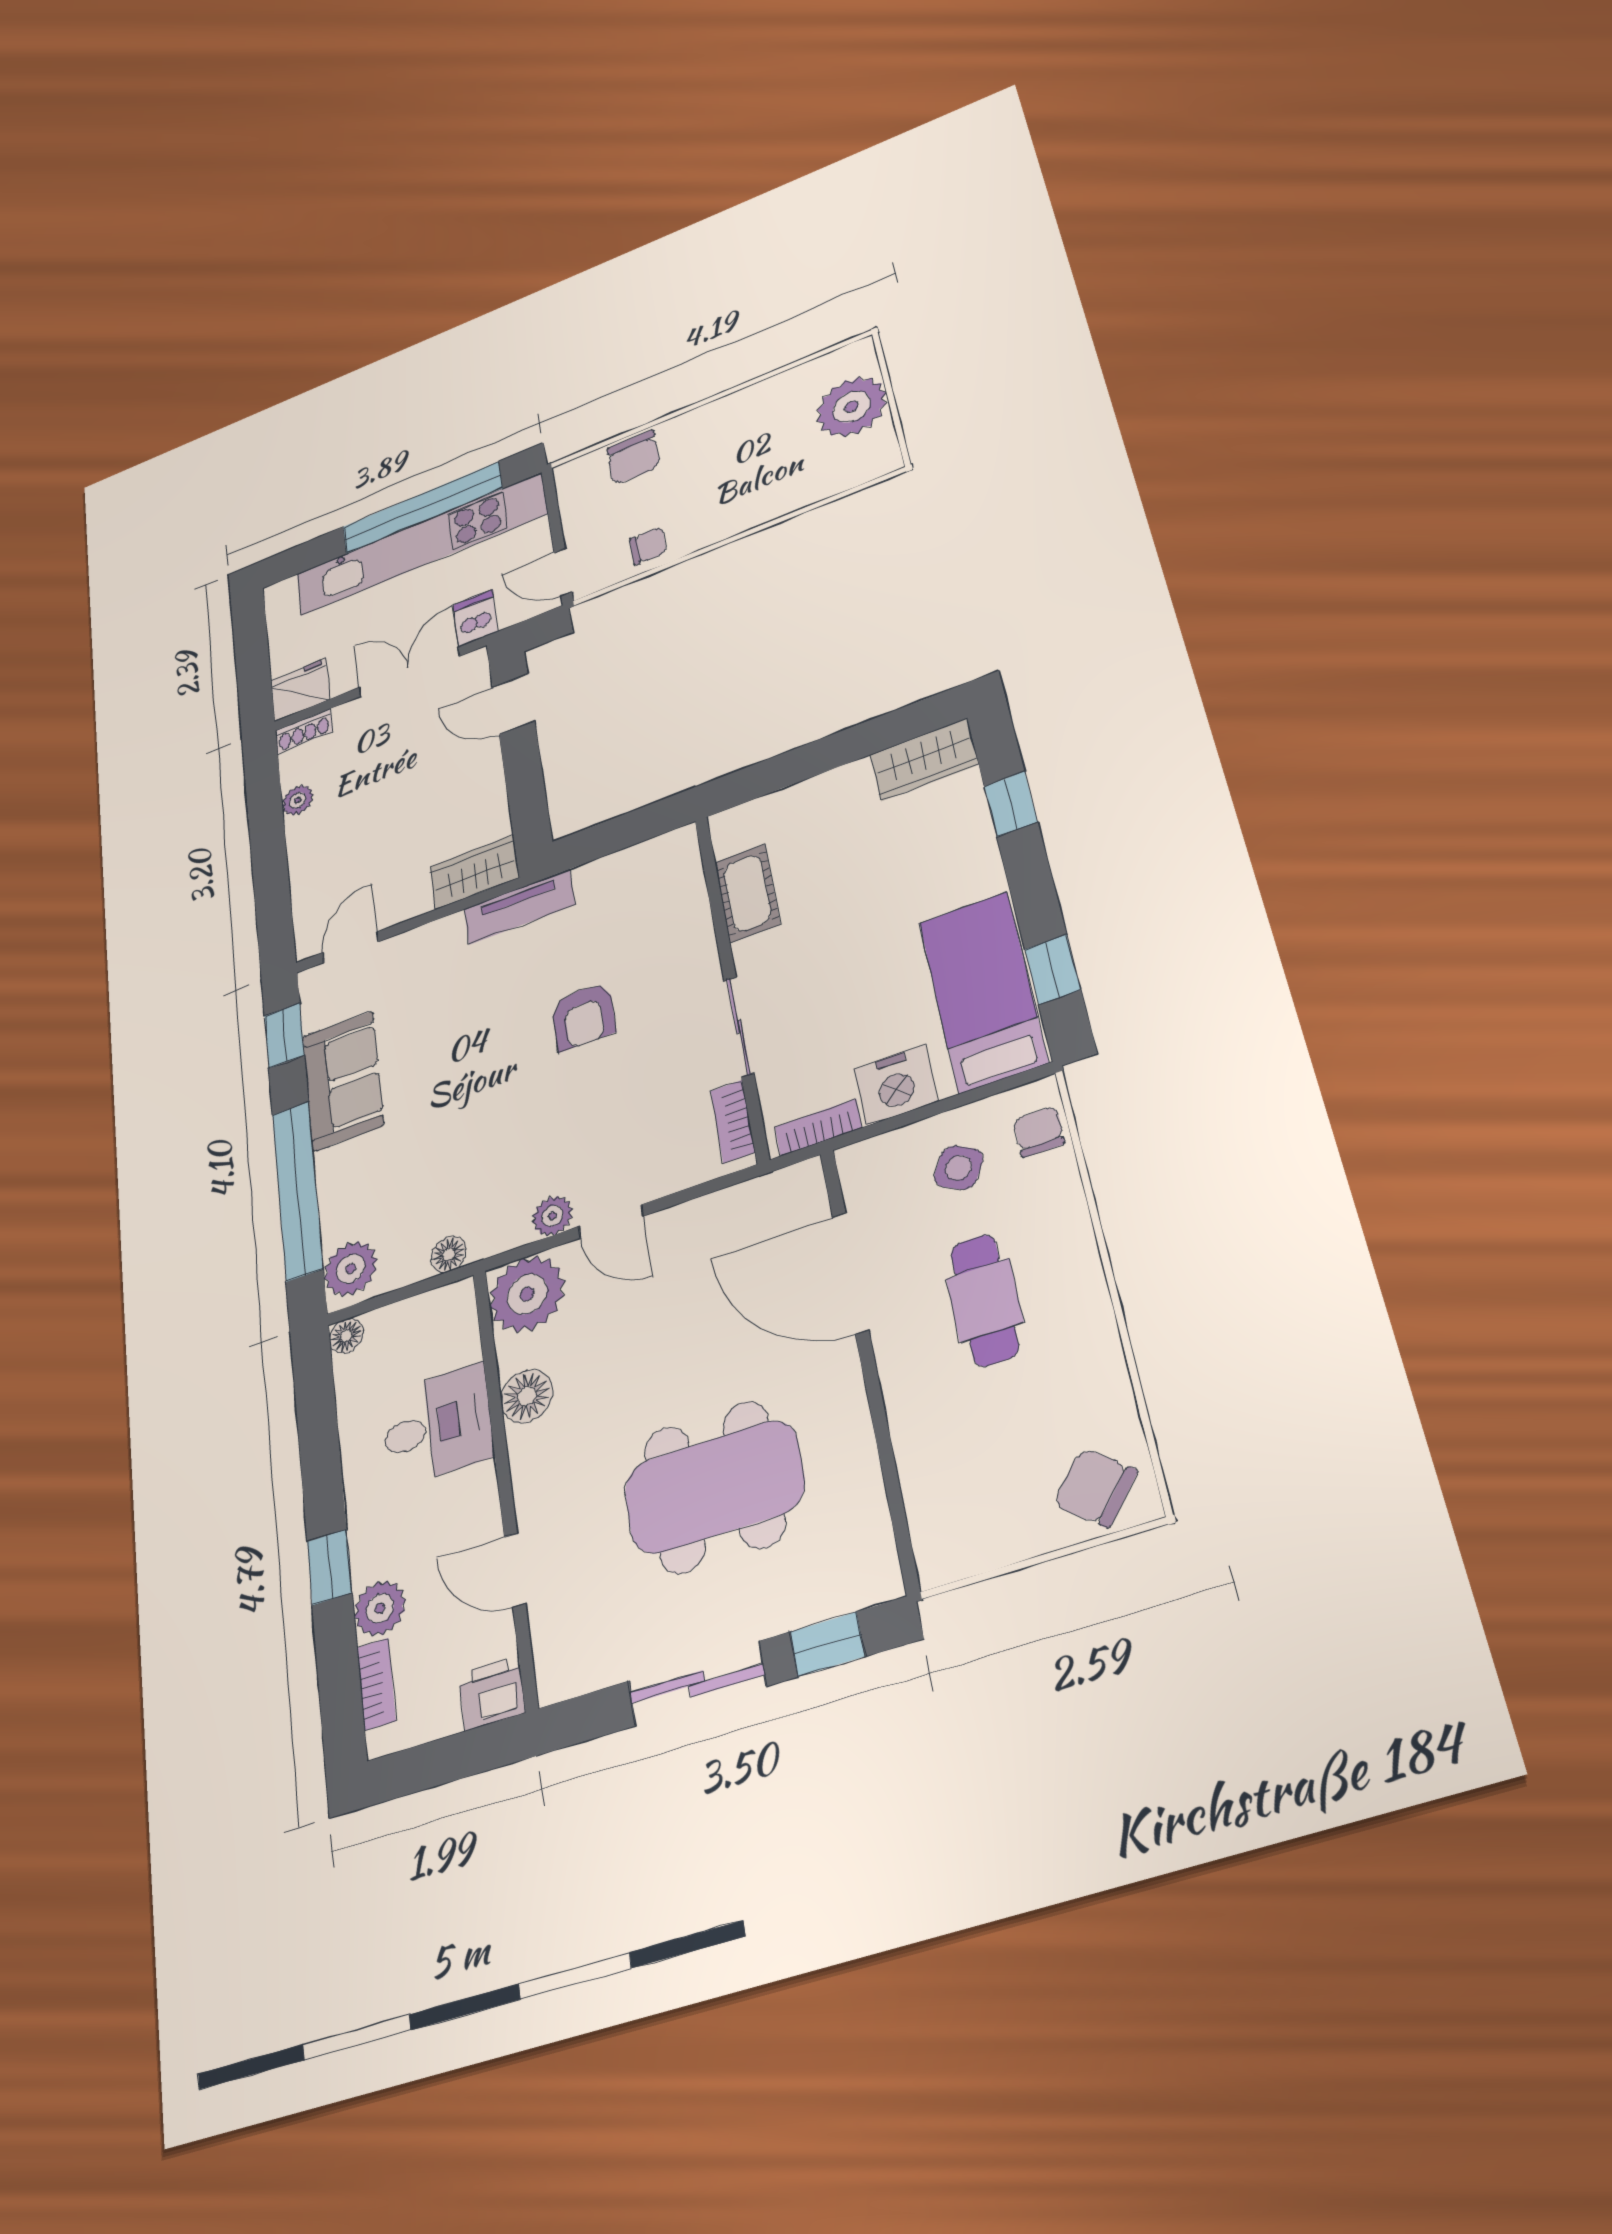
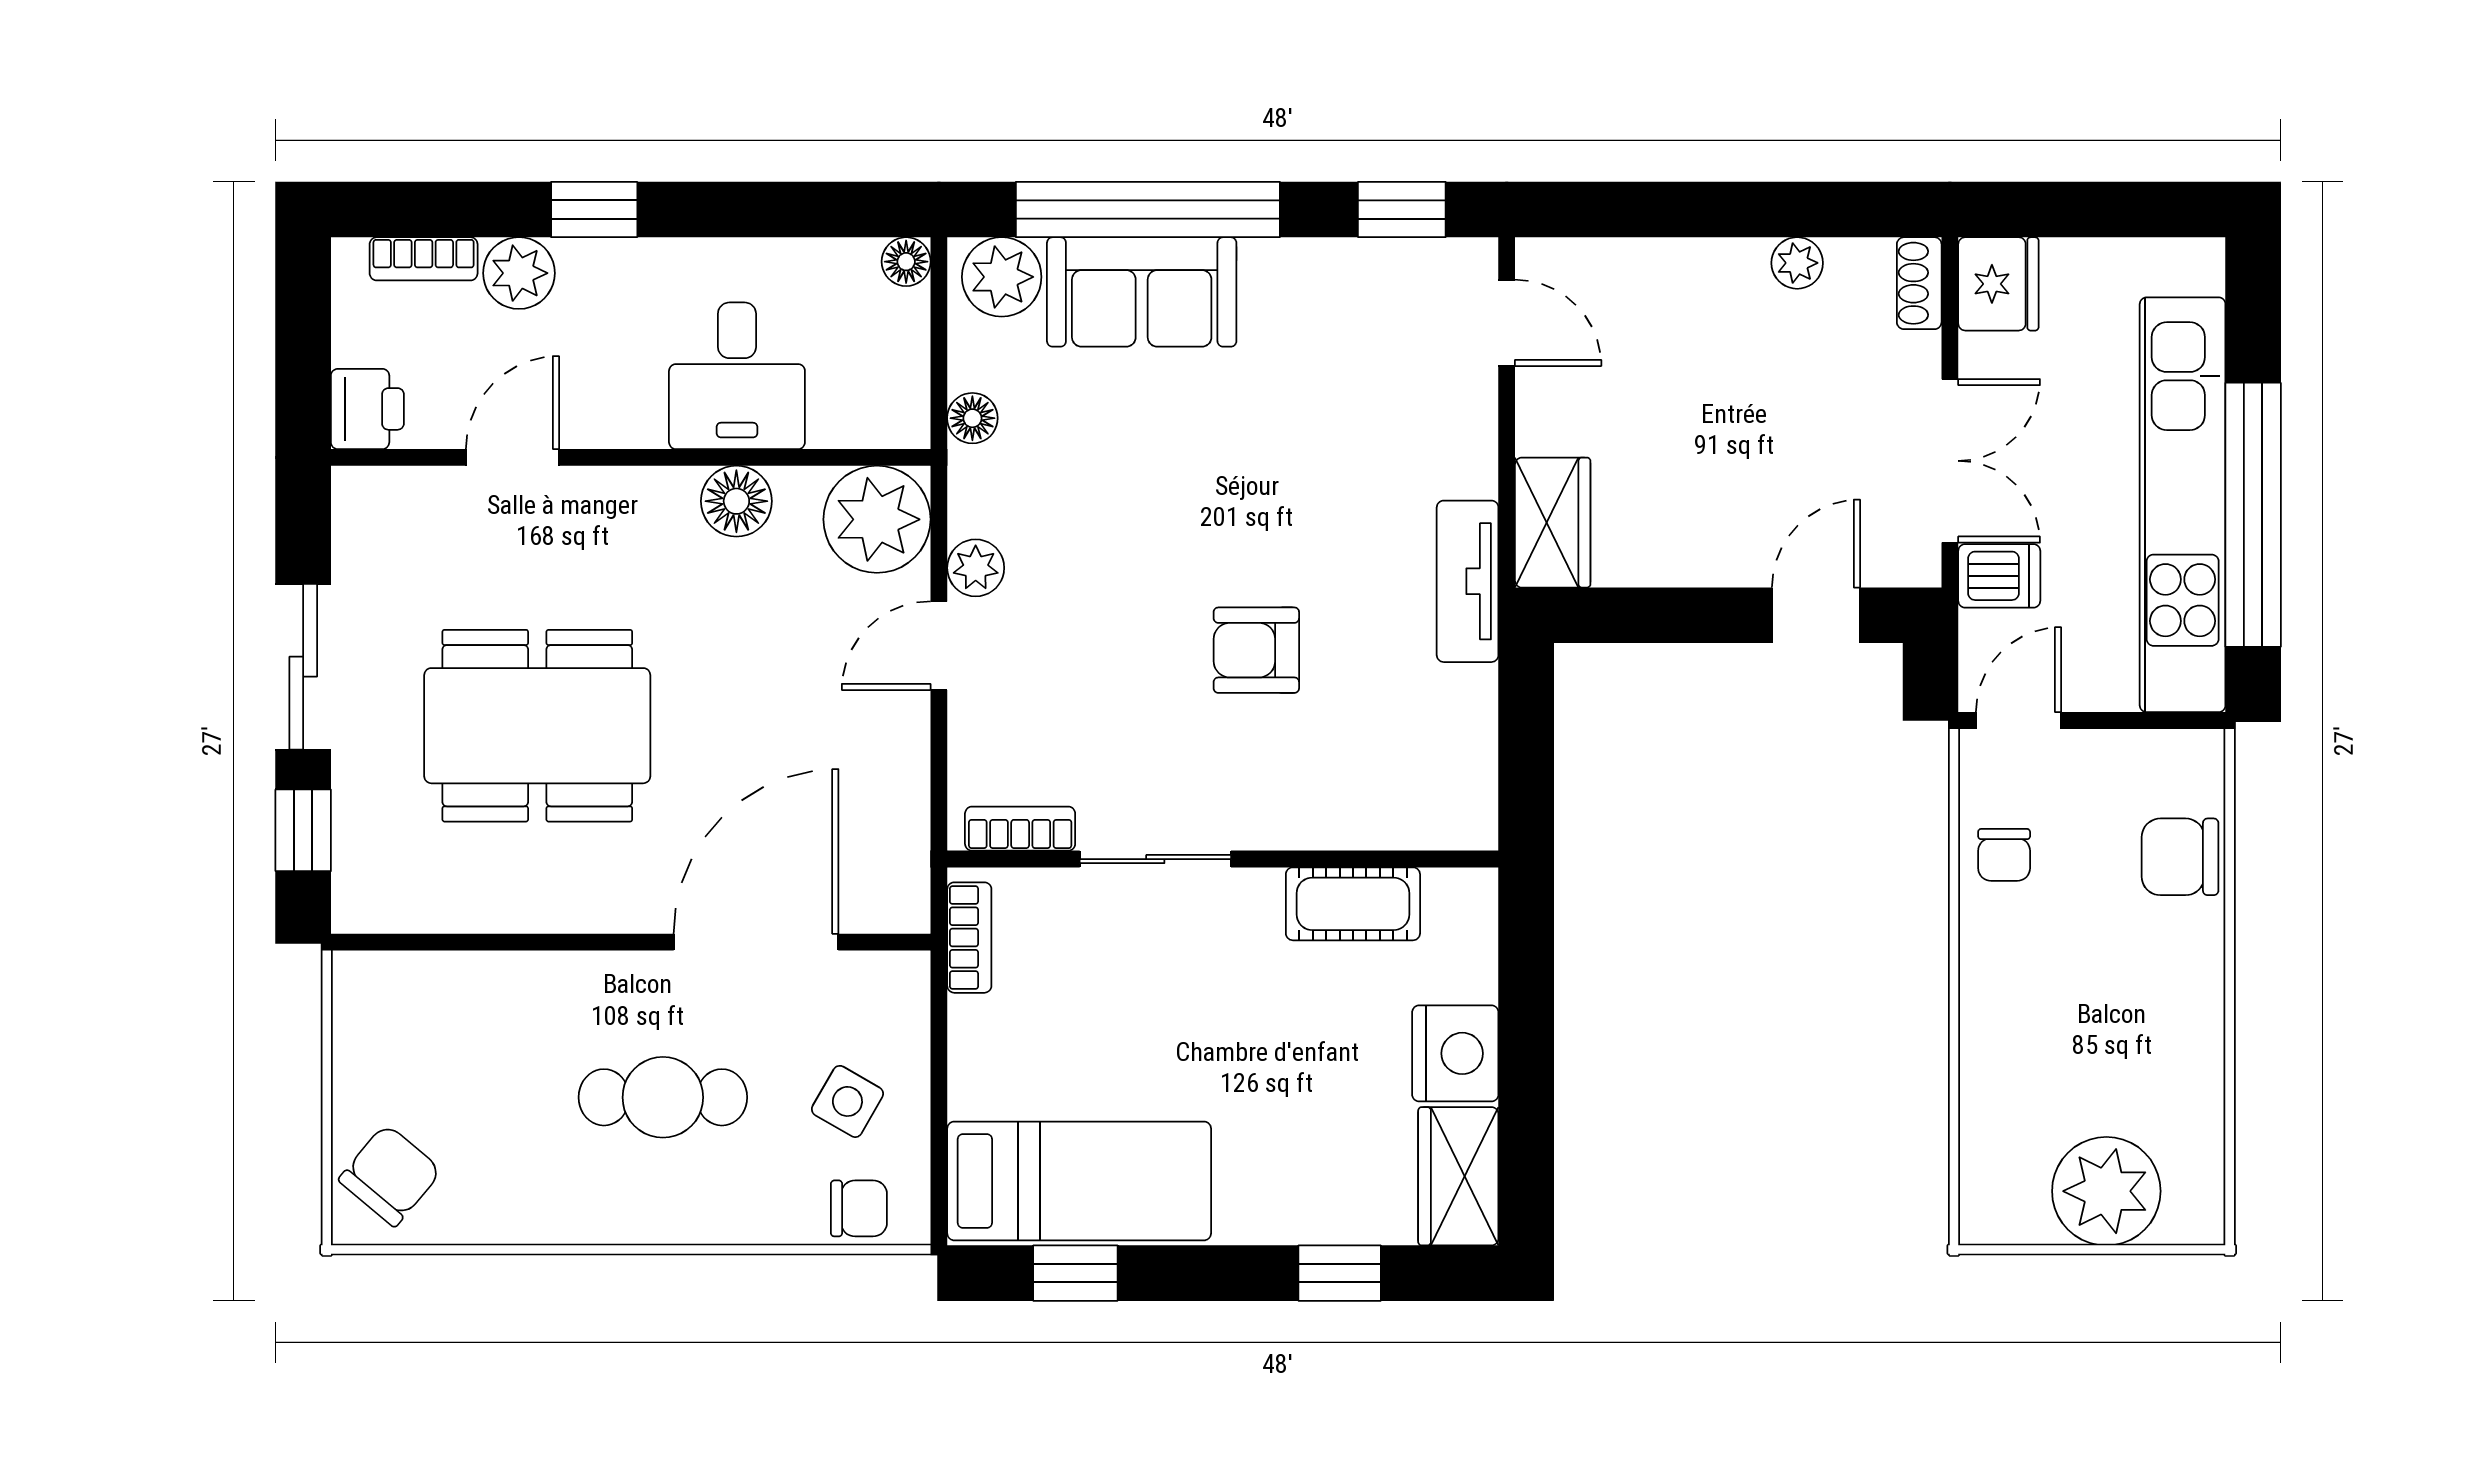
sofa: (343, 1081) -> (1142, 292), moved
nightstand: (896, 1085) -> (1455, 1053), moved, turned 180
dining table: (714, 1487) -> (537, 726), turned 90

